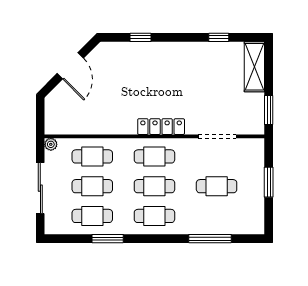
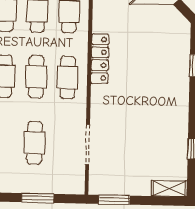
shelving: (254, 67) -> (169, 189), width x0.67, depth x0.75
locker: (161, 127) -> (100, 59), moved

